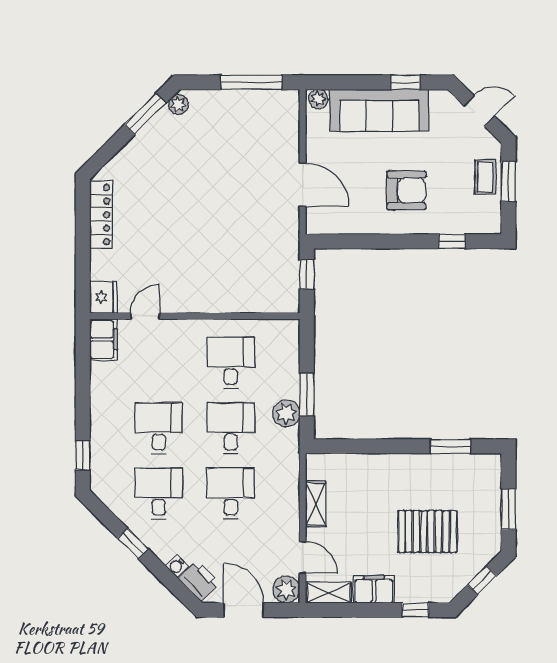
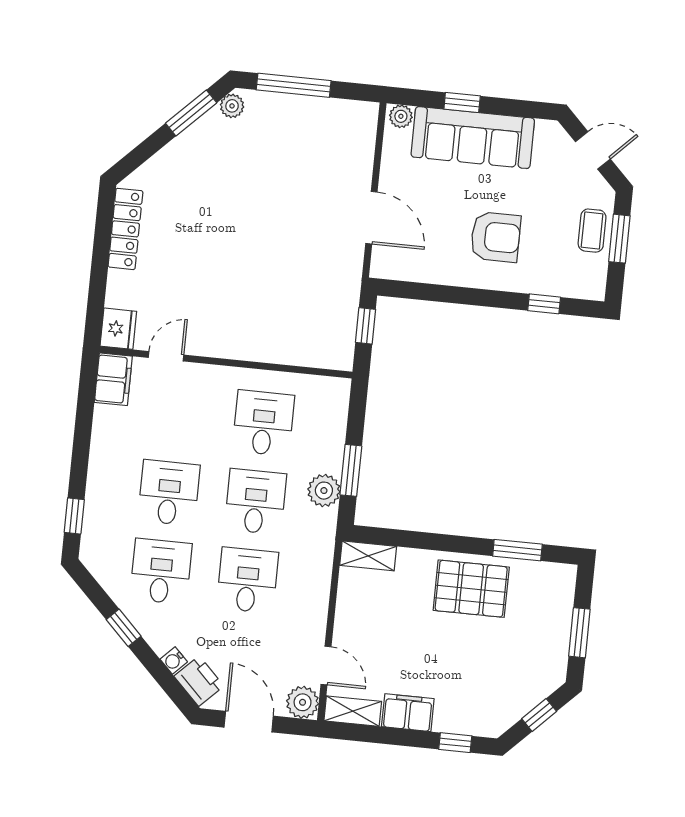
window: (251, 82) -> (294, 85), moved
window: (406, 82) -> (462, 102), moved
shelving: (316, 504) -> (368, 556), moved, turned 90
pallet: (427, 531) -> (471, 589), moved

